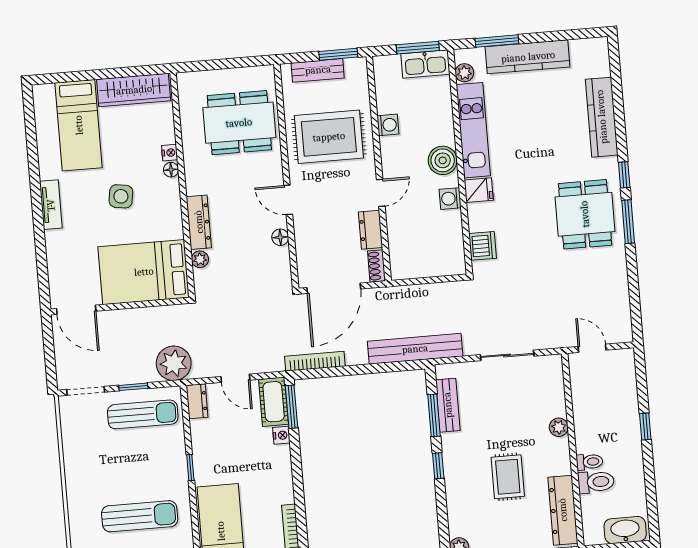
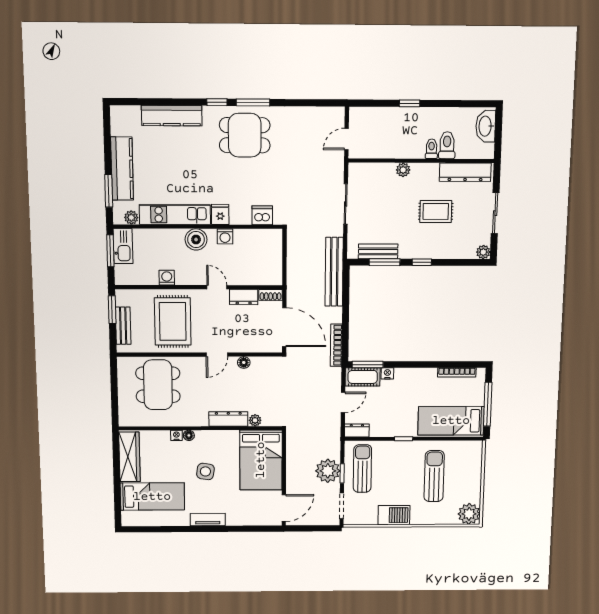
plant: (174, 363) -> (328, 471), moved
barbecue: (78, 466) -> (394, 515), added

